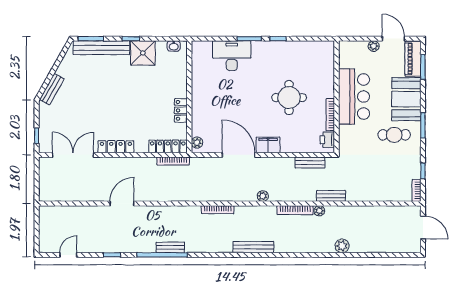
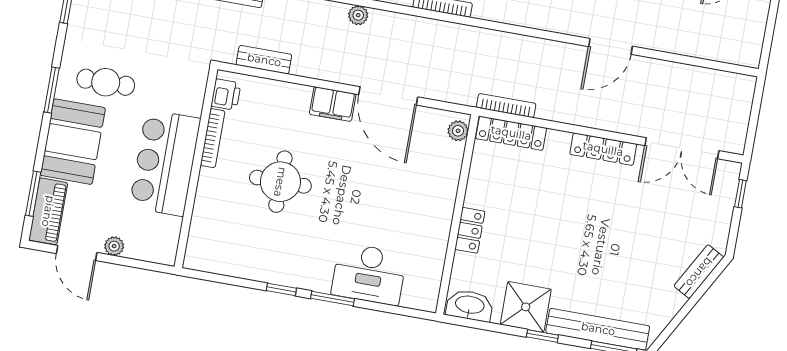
washbasin: (174, 46) -> (470, 305), width x1.91, depth x1.45
locker: (181, 110) -> (470, 230), moved

